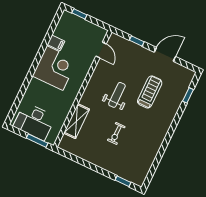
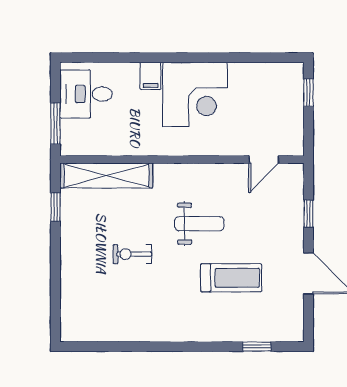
filing cabinet: (56, 43) -> (151, 76), moved
desk: (34, 121) -> (86, 94), width x0.73
shelving: (77, 121) -> (106, 176), width x1.47
window: (123, 181) -> (55, 207), moved

